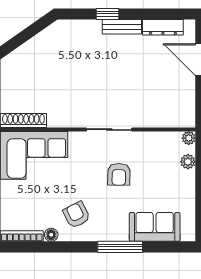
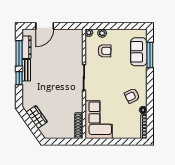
window: (152, 14) -> (19, 53), added
wardrobe: (39, 45) -> (37, 117), added
armchair: (119, 174) -> (105, 51), moved
window: (120, 247) -> (150, 55), moved

